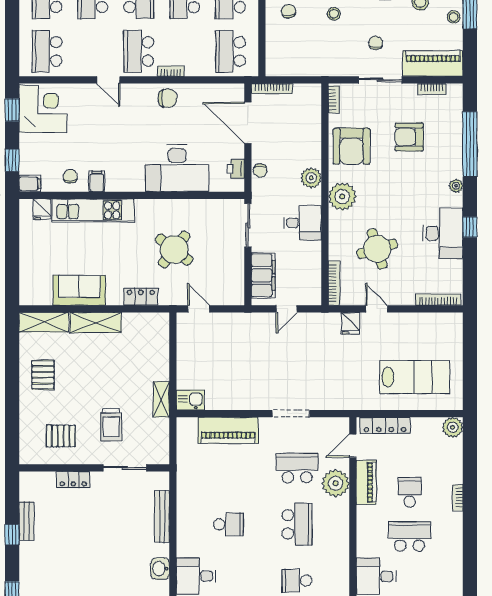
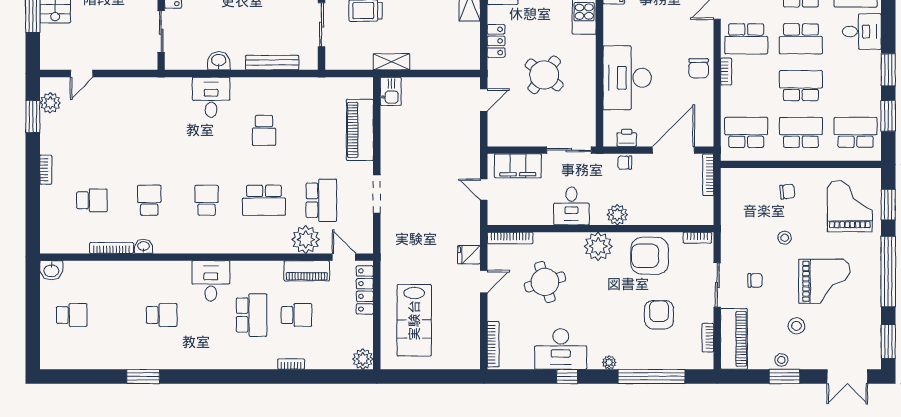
school desk: (139, 51) -> (746, 39), turned 180

